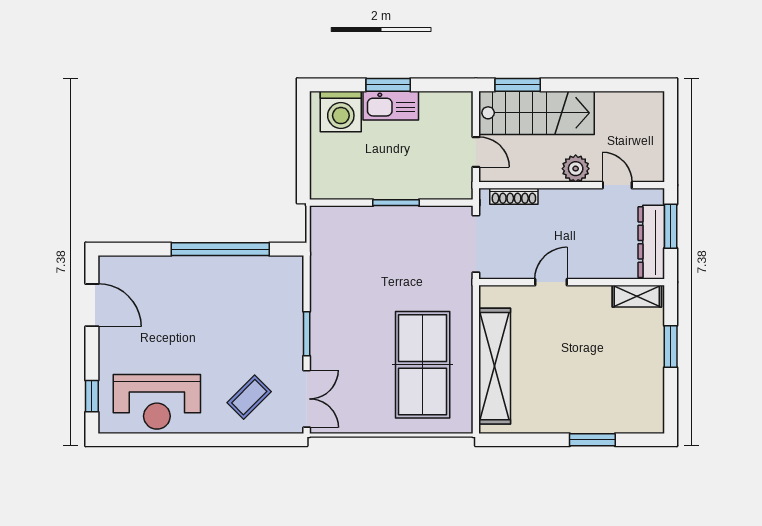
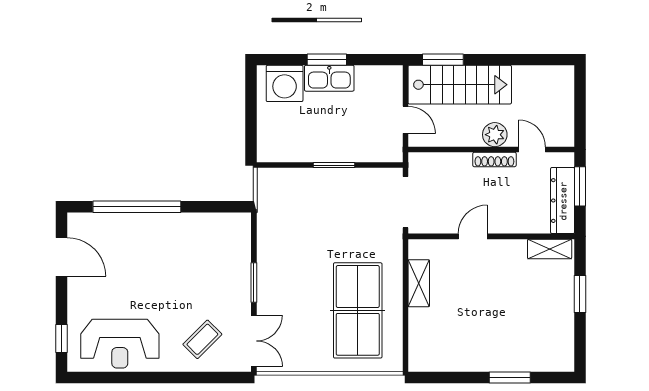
shoe rack: (514, 196) -> (494, 159), moved
window: (220, 249) -> (137, 207), moved
shelving: (495, 366) -> (419, 283), width x0.45, depth x0.75

